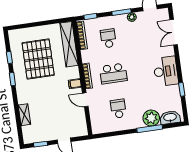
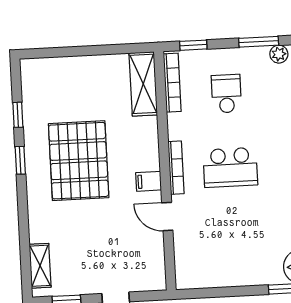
shelving: (69, 44) -> (143, 84), width x0.68
pallet: (38, 59) -> (79, 161), moved
school desk: (118, 109) -> (234, 241), removed
shelving: (24, 115) -> (40, 266), moved

